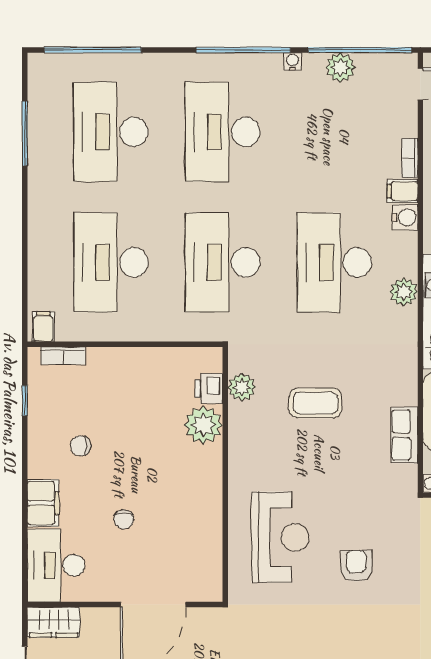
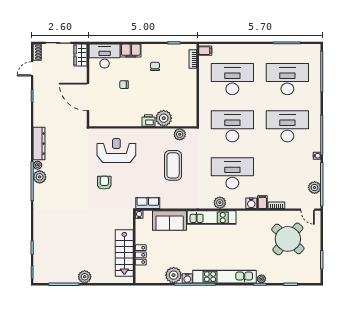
plant: (340, 67) -> (315, 188), moved
printer: (209, 389) -> (148, 120), moved
coffee table: (315, 403) -> (173, 165), width x1.36, depth x1.32
row of seats: (404, 435) -> (148, 203), moved
reception desk: (280, 537) -> (116, 151), turned 180
armchair: (356, 566) -> (104, 183), turned -90

